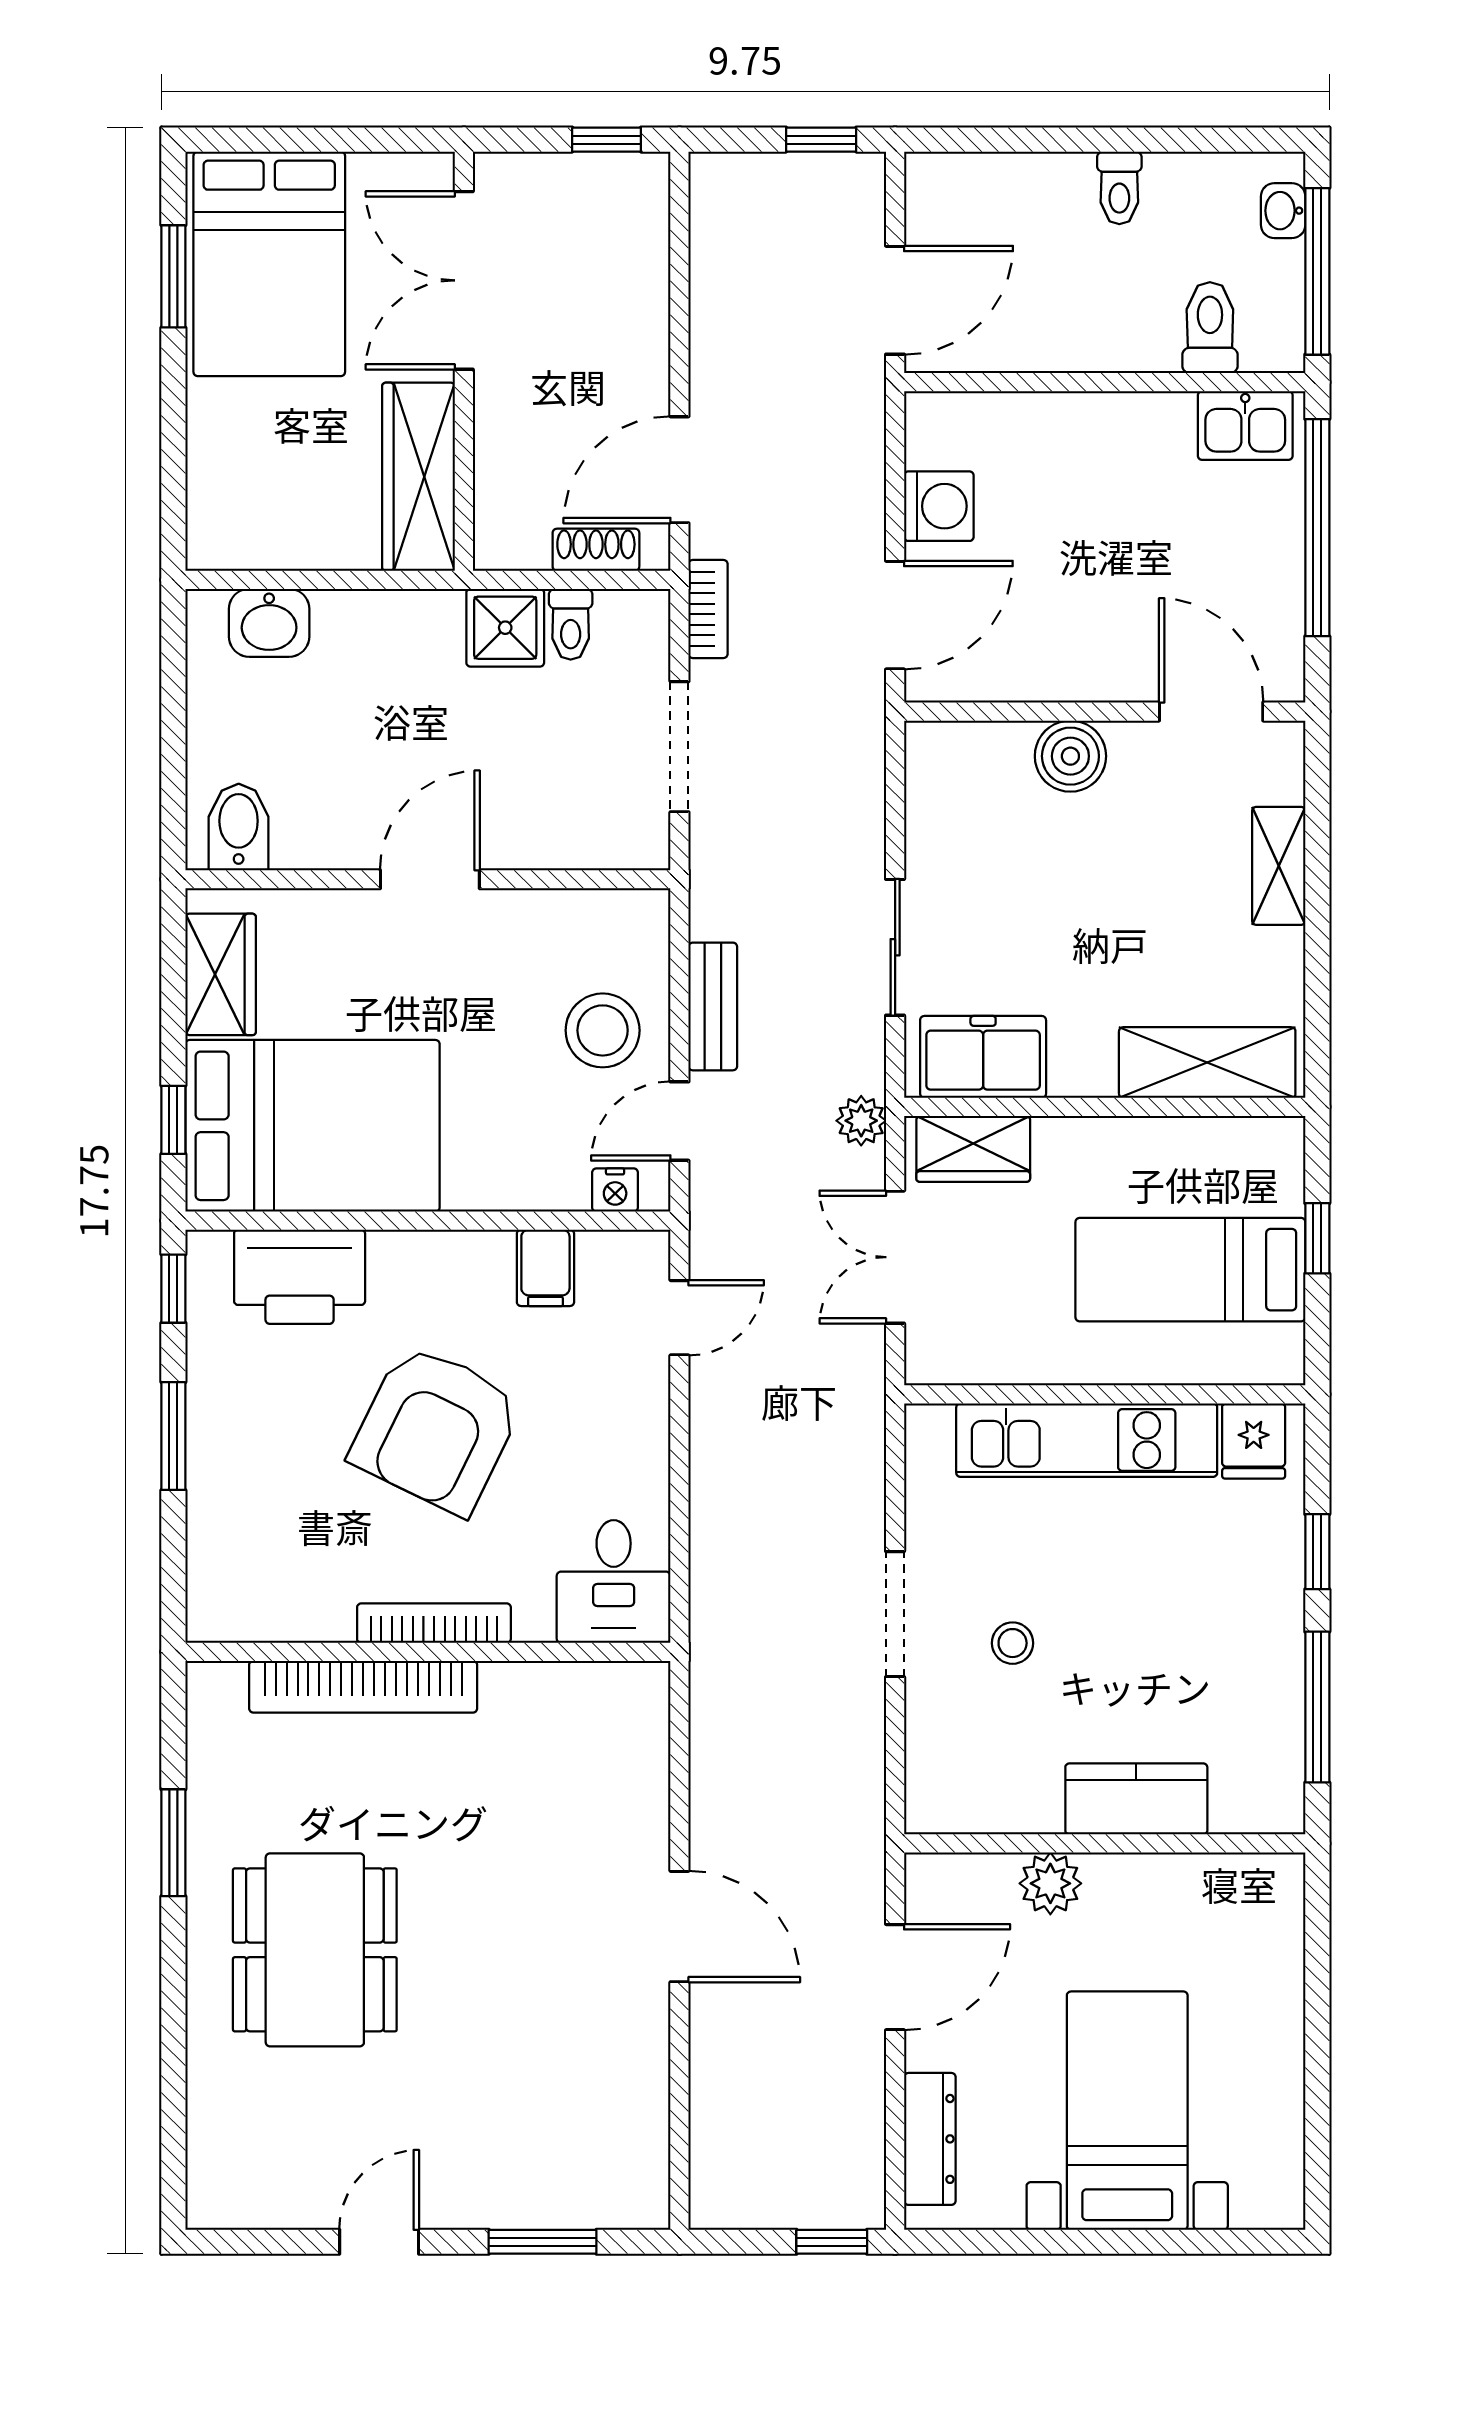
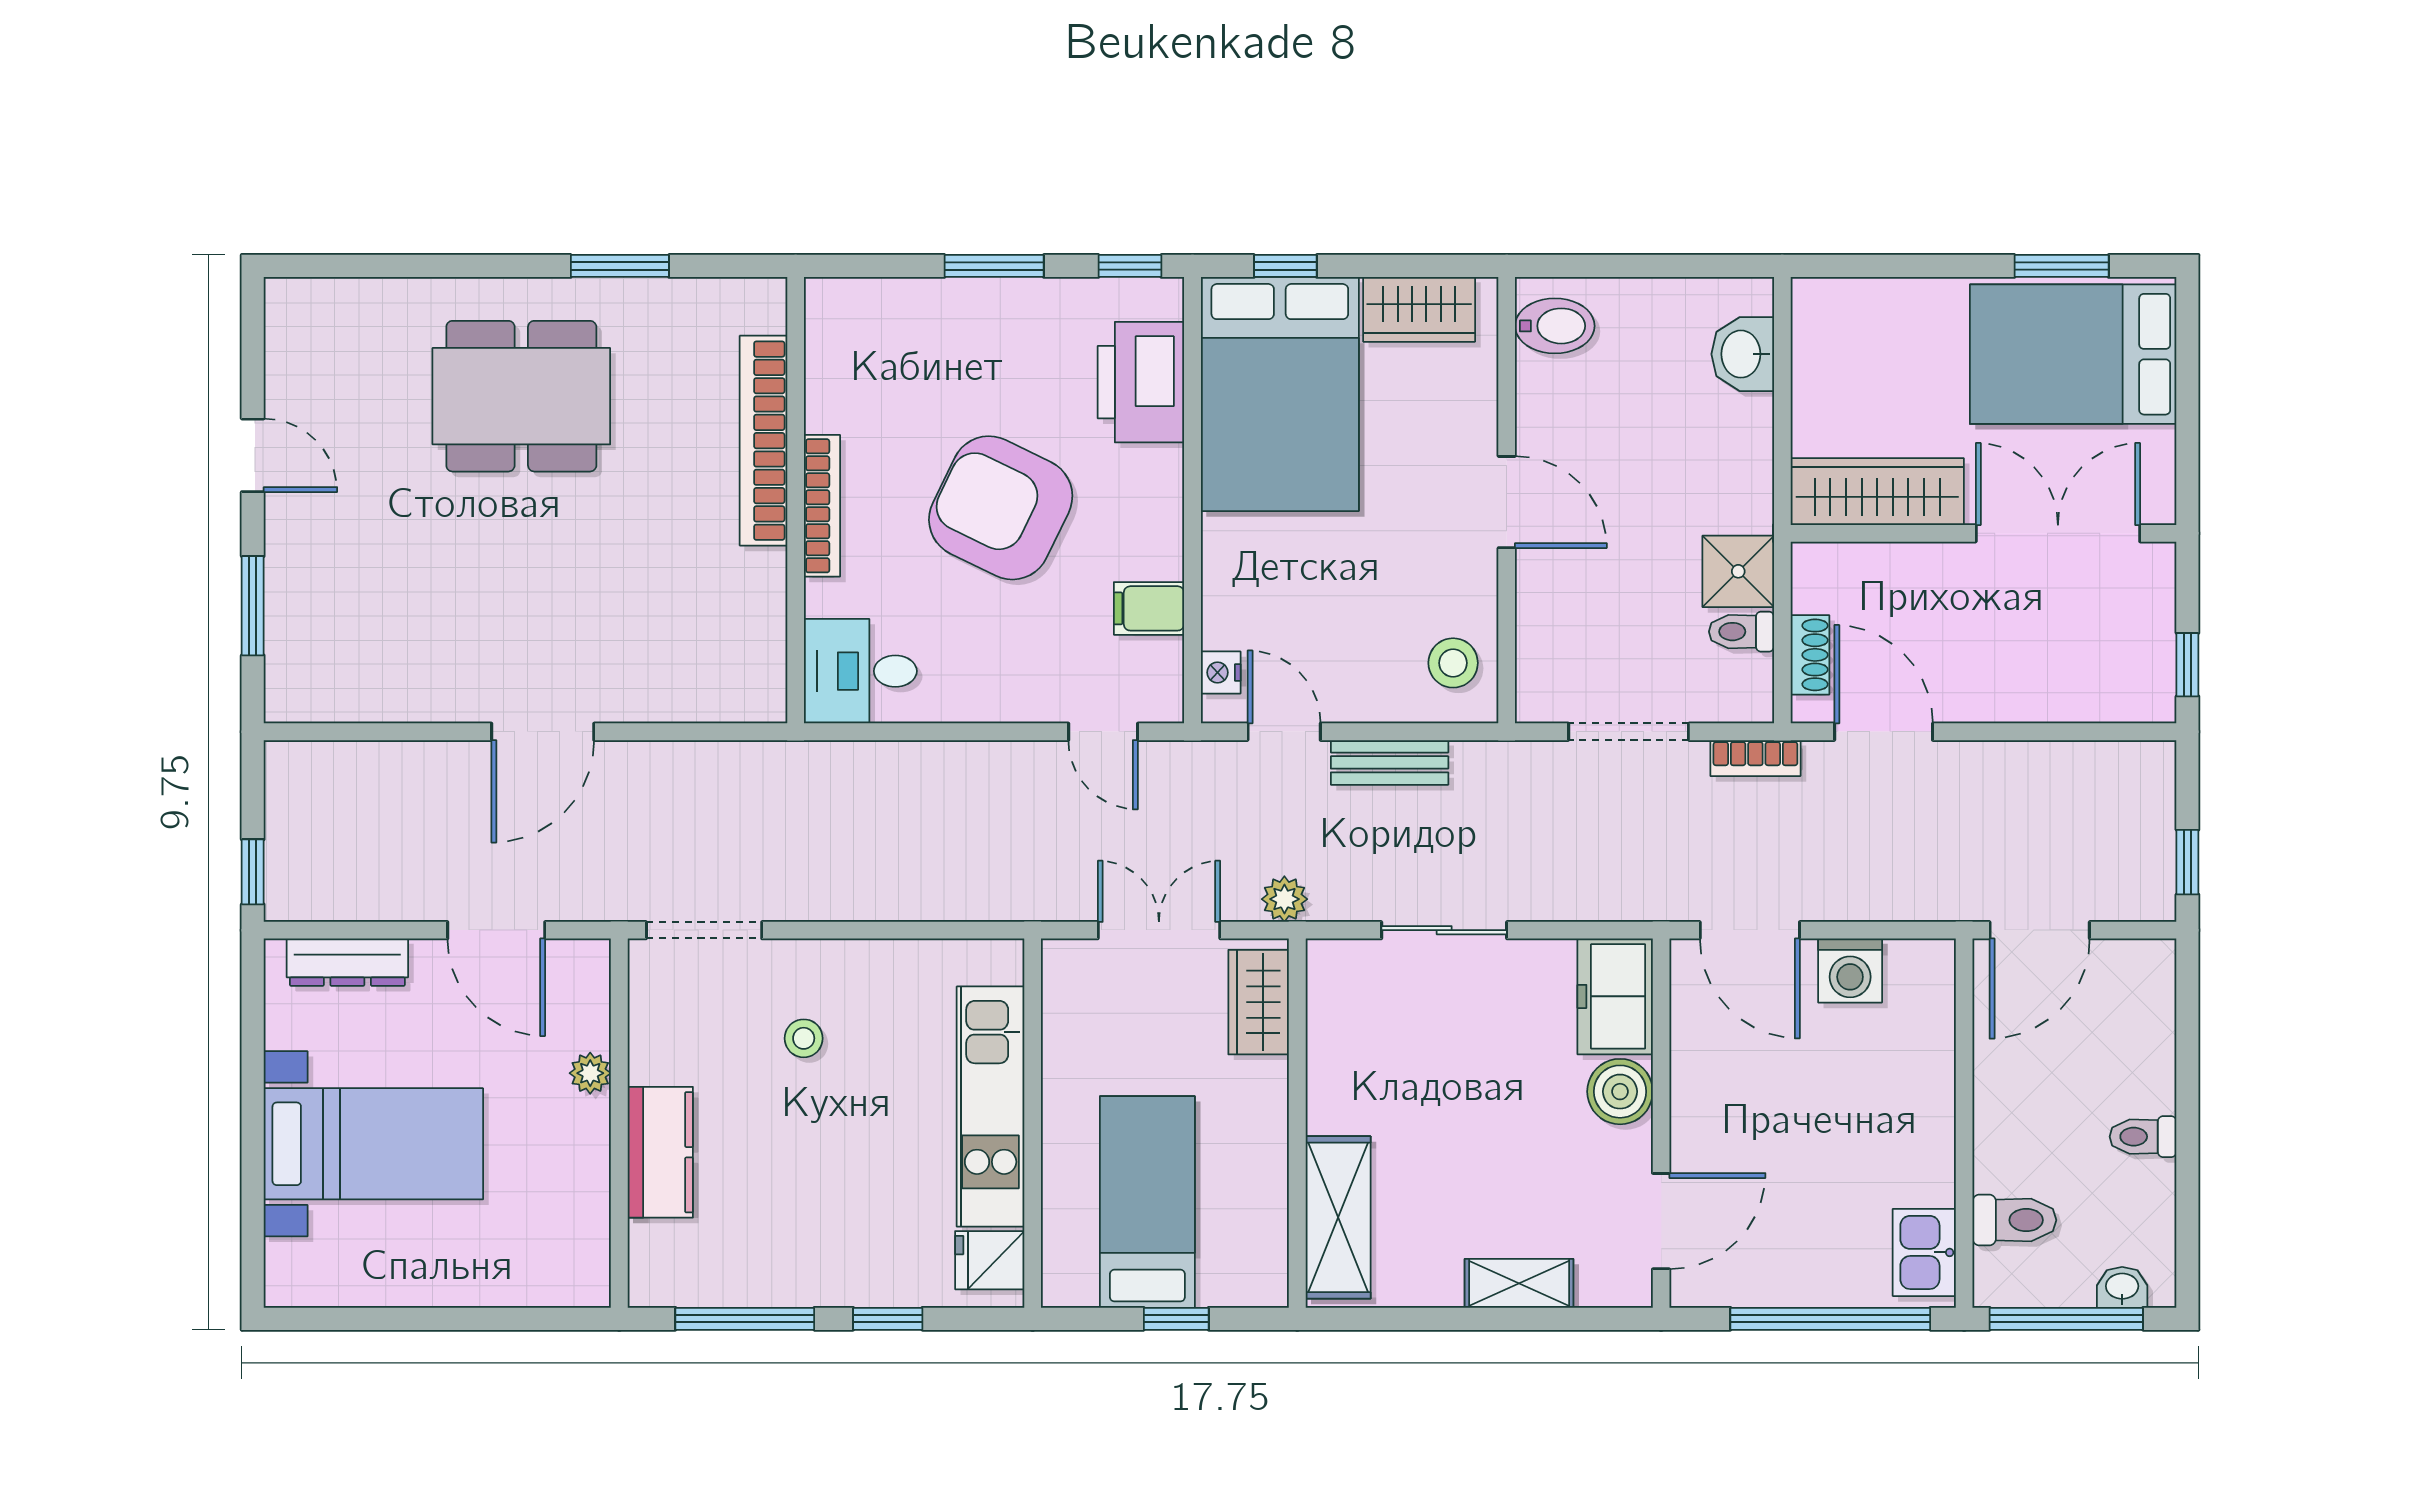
door: (895, 300) -> (2040, 930), hinge flipped
stool: (603, 1030) -> (1453, 663), moved, width x0.73, depth x0.73
freezer: (983, 1057) -> (1615, 996), moved, turned 180
doorway: (895, 1614) -> (704, 930), moved
plant: (1050, 1883) -> (590, 1073), width x0.73, depth x0.73

